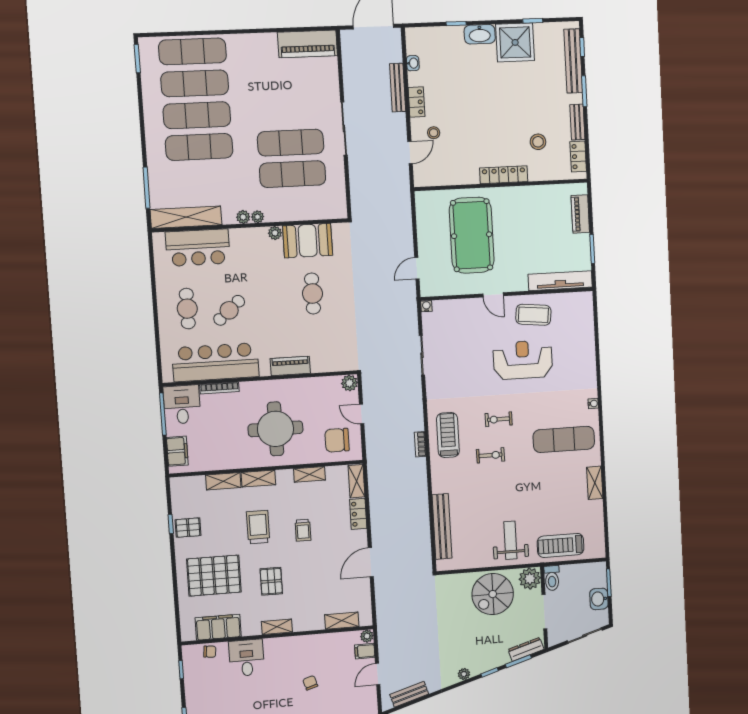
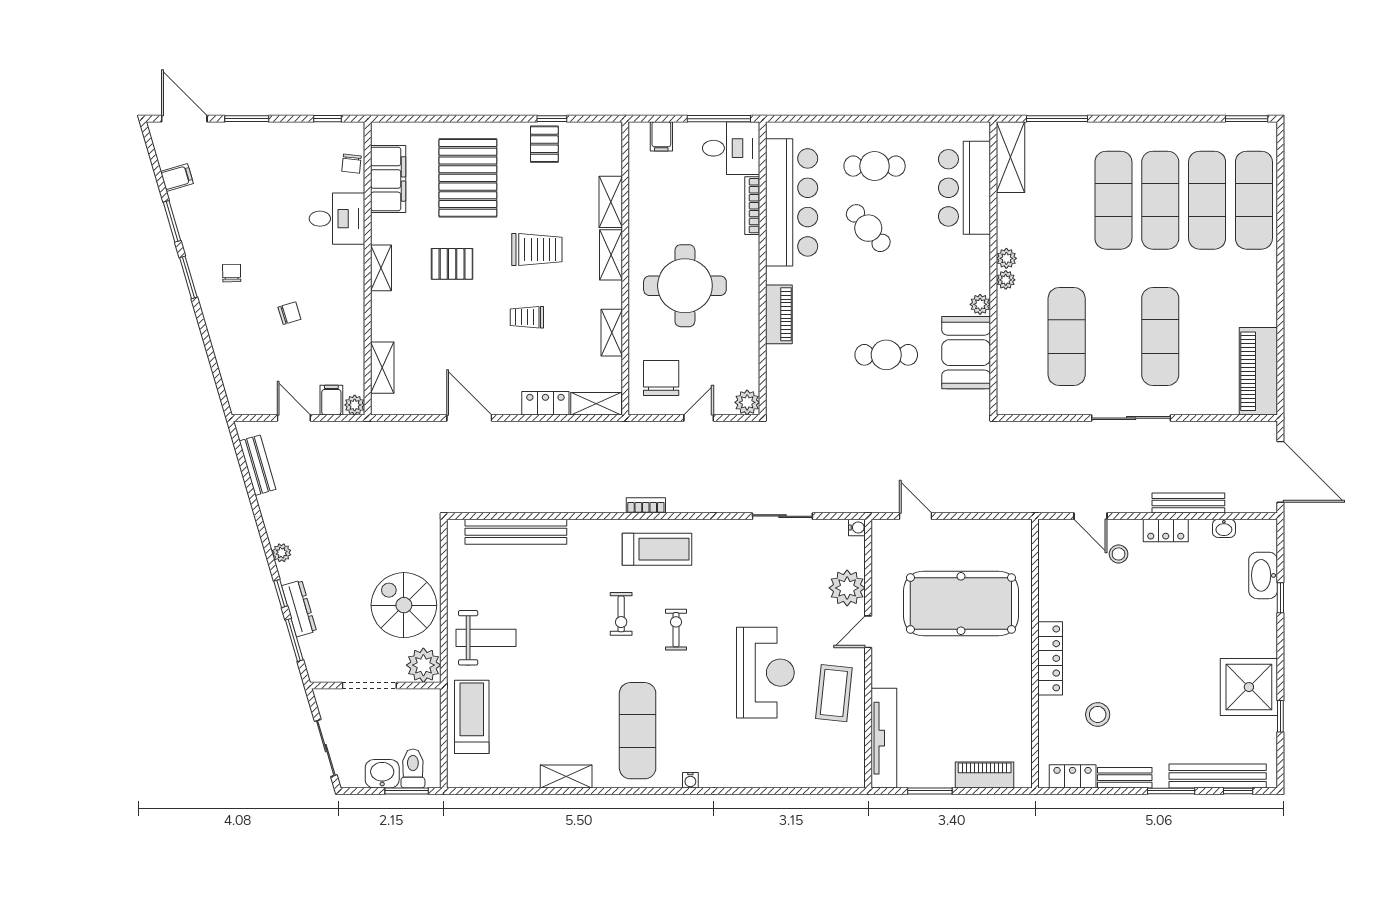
washbasin: (480, 34) -> (1263, 575), moved
exercise mat: (291, 143) -> (1160, 337), moved
shelving: (186, 217) -> (1010, 157), width x0.68
plant: (466, 310) -> (847, 588), added
filing cabinet: (177, 451) -> (661, 136), width x0.50
toilet: (552, 578) -> (413, 768), moved, turned 90
dresser: (526, 649) -> (299, 608), moved

